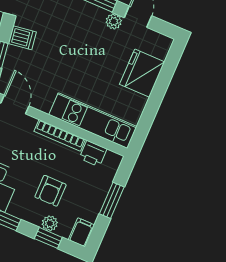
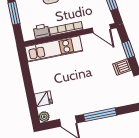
plant: (114, 21) -> (44, 117), moved
fridge: (142, 73) -> (43, 99), width x0.53, depth x0.75

